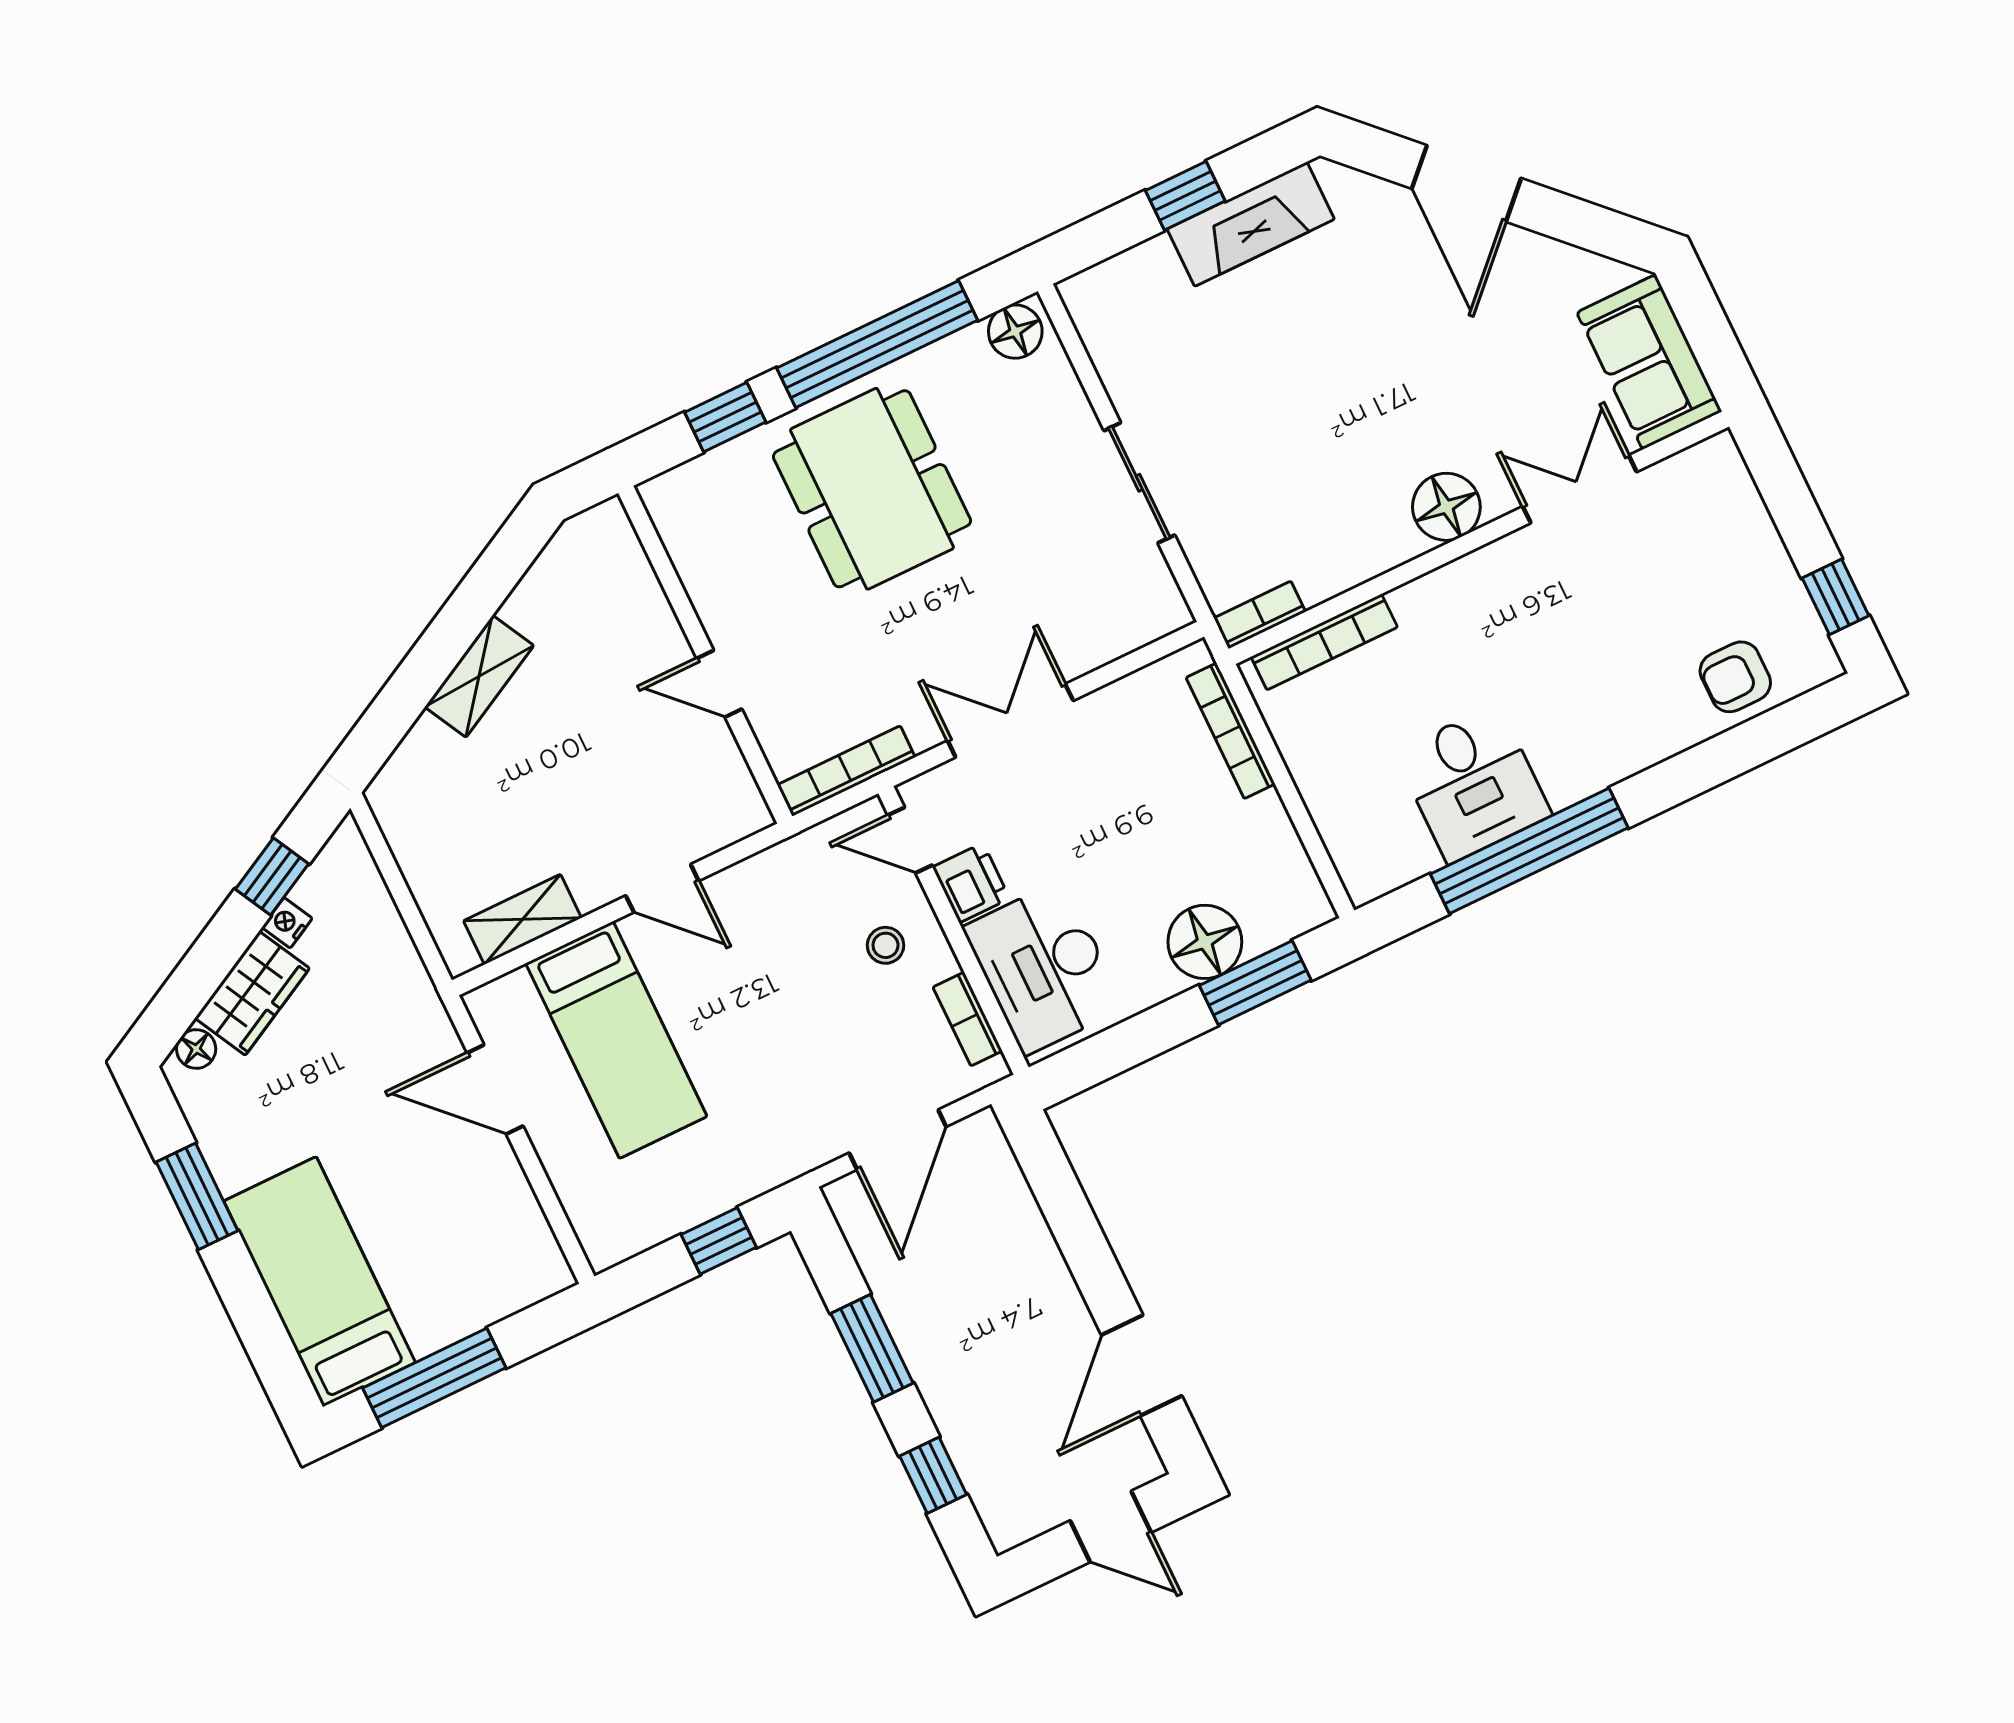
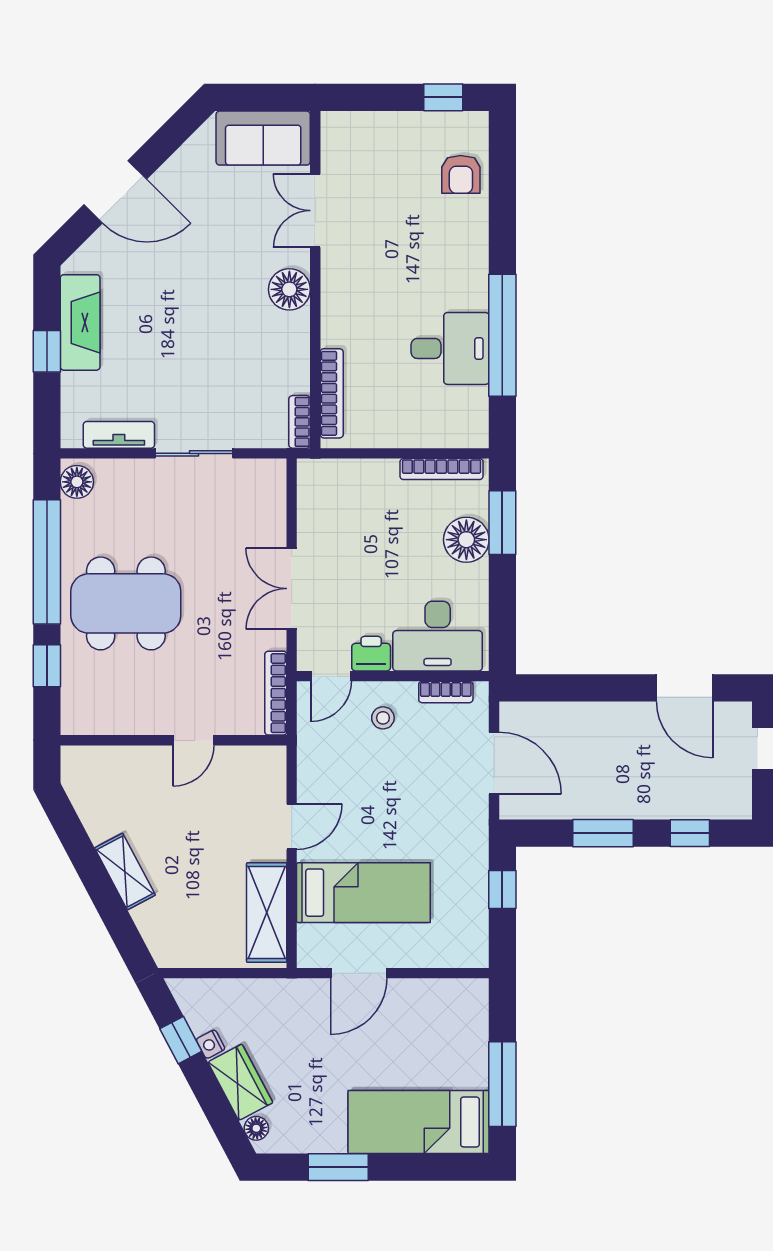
tv unit: (1114, 360) -> (119, 435), added
bookcase: (1230, 731) -> (441, 469), moved
shelving: (522, 919) -> (267, 913), width x1.50, depth x1.33

